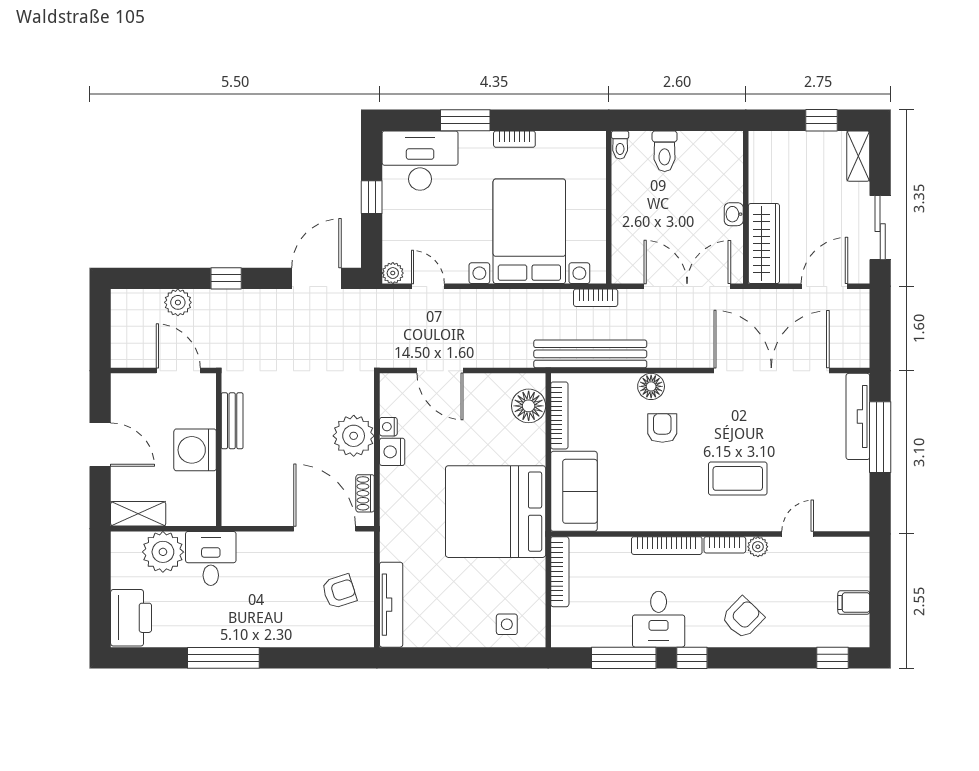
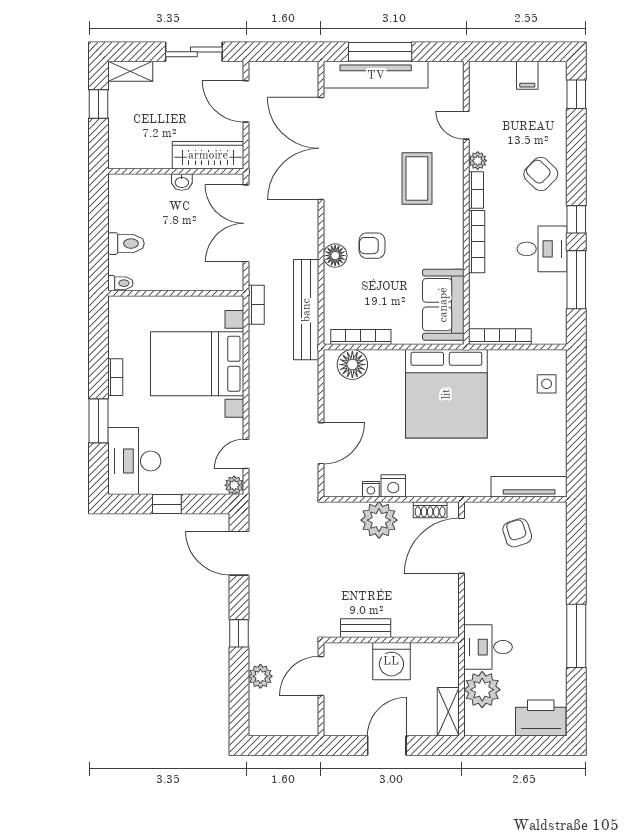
tv unit: (858, 416) -> (376, 75), width x1.36, depth x1.29
sofa: (574, 491) -> (443, 305), moved, turned -90

